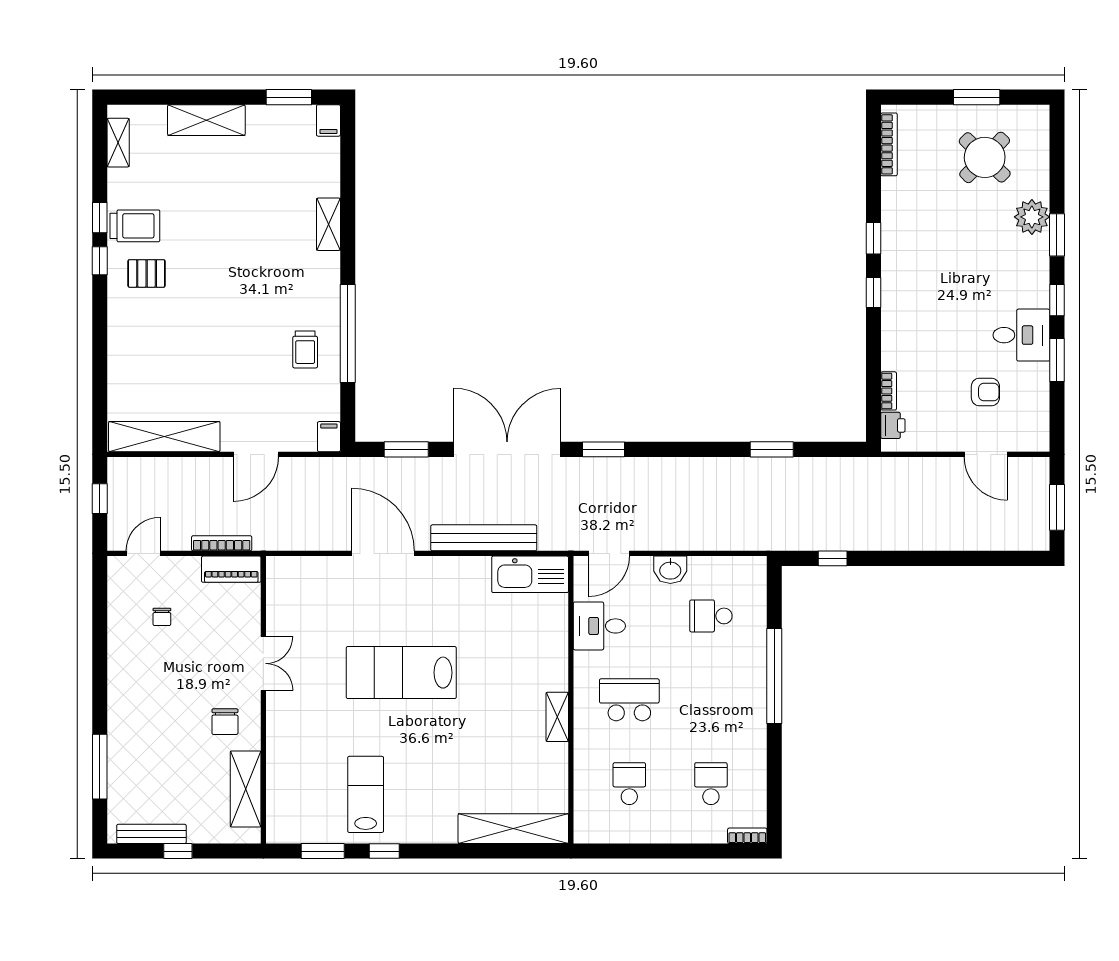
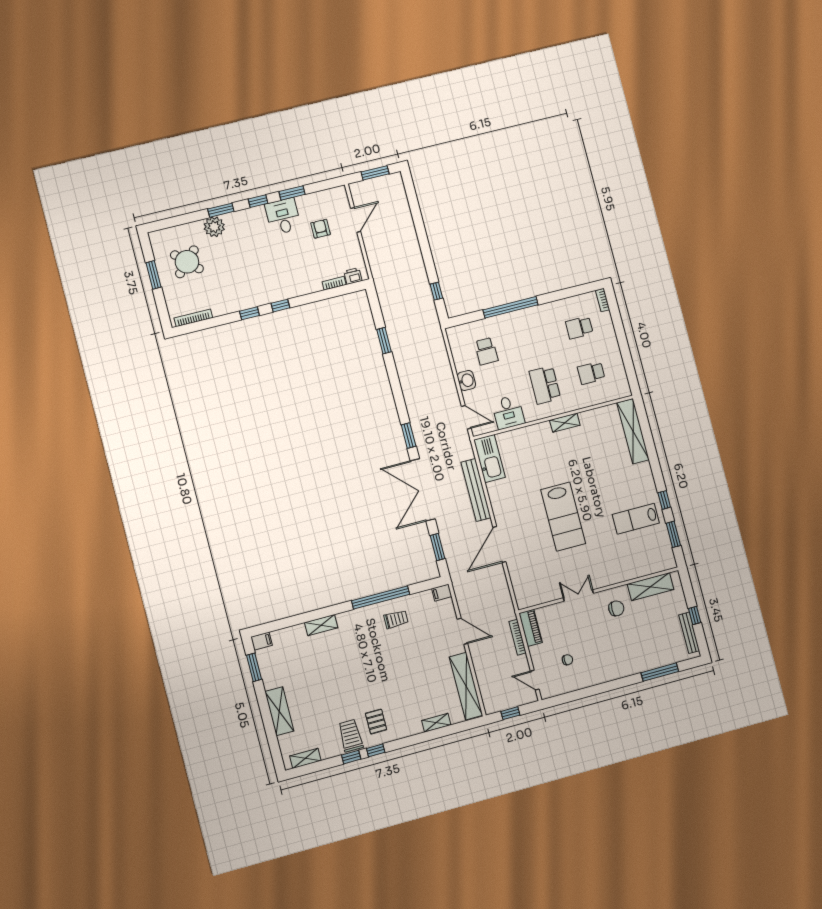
shelving: (118, 372) -> (436, 723), added

